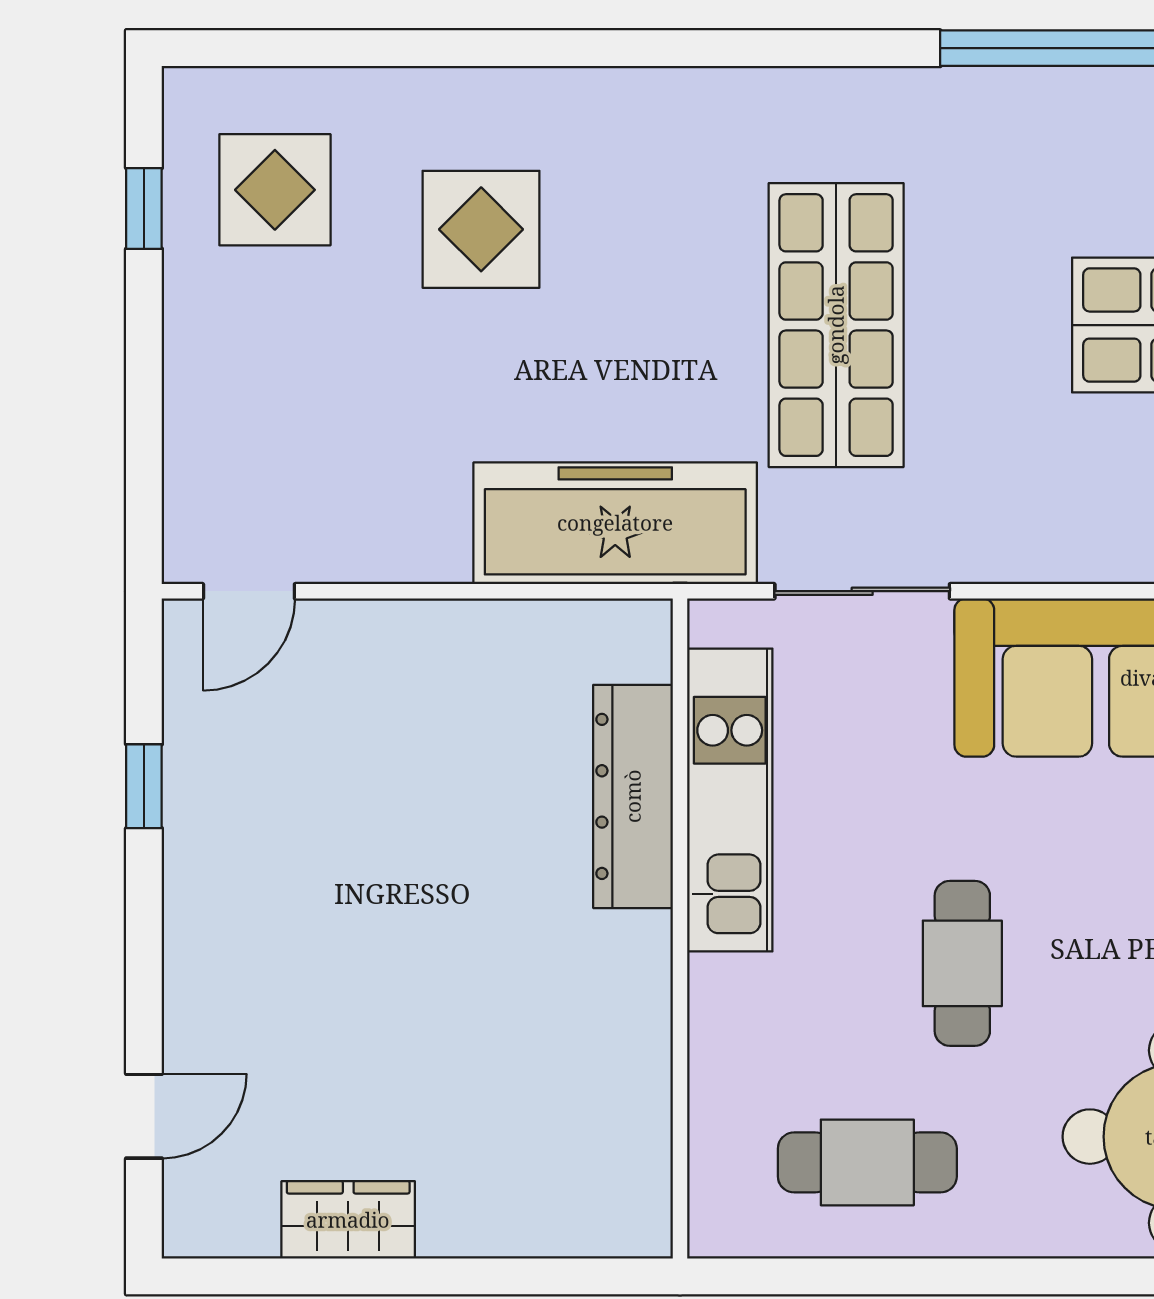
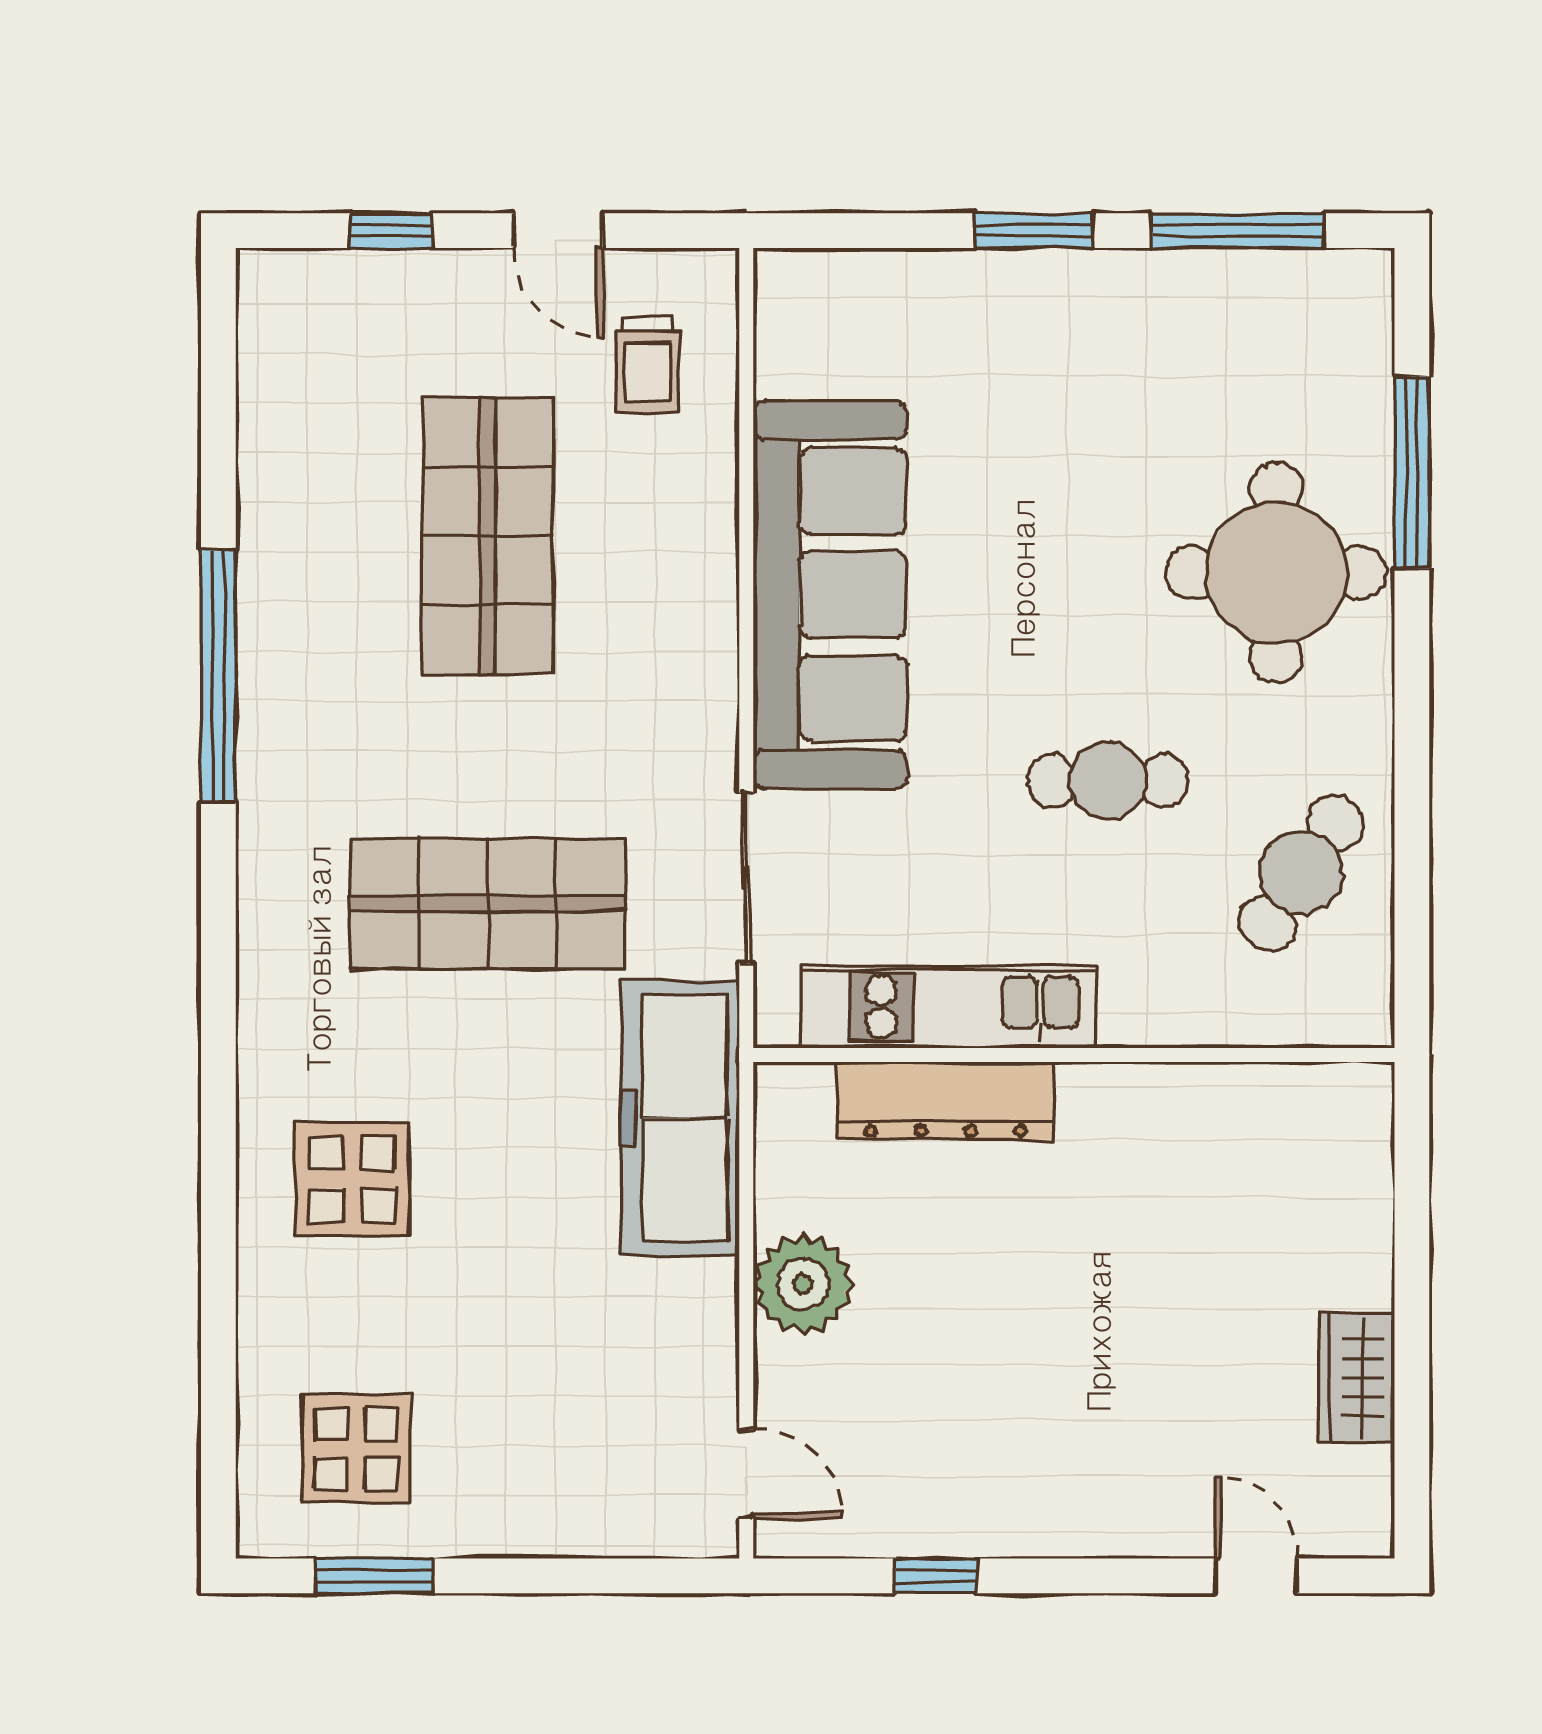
window: (144, 208) -> (374, 1576), width x1.50
display table: (481, 229) -> (352, 1180), moved
plant: (444, 650) -> (803, 1284), added
cafe table: (867, 1162) -> (1301, 873), turned 34

